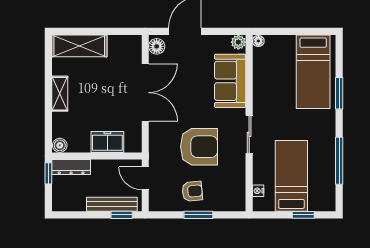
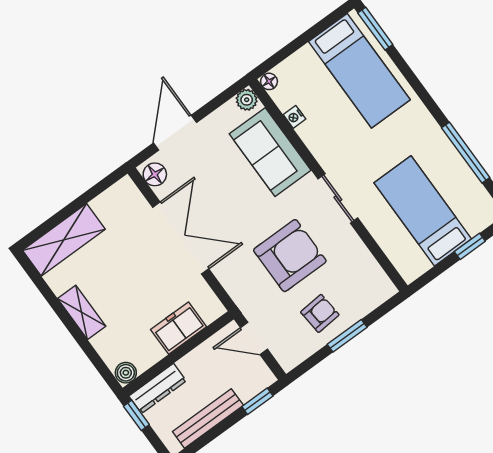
window: (339, 93) -> (375, 29), moved
nightstand: (258, 191) -> (294, 117), moved
bench: (112, 204) -> (208, 418), moved

